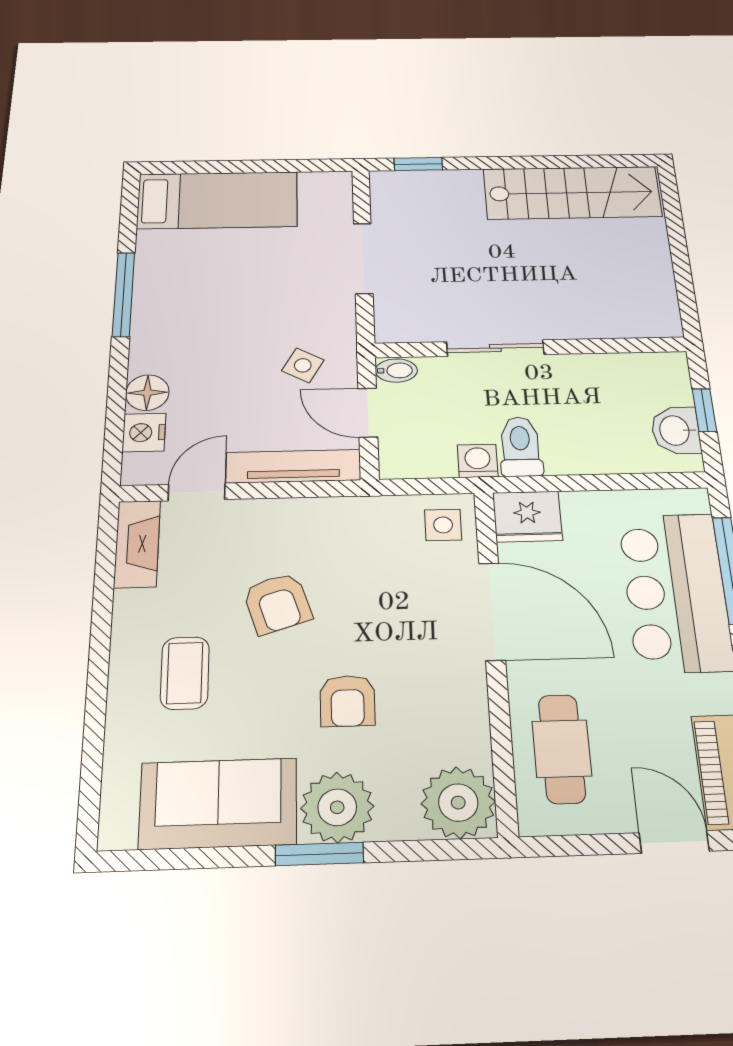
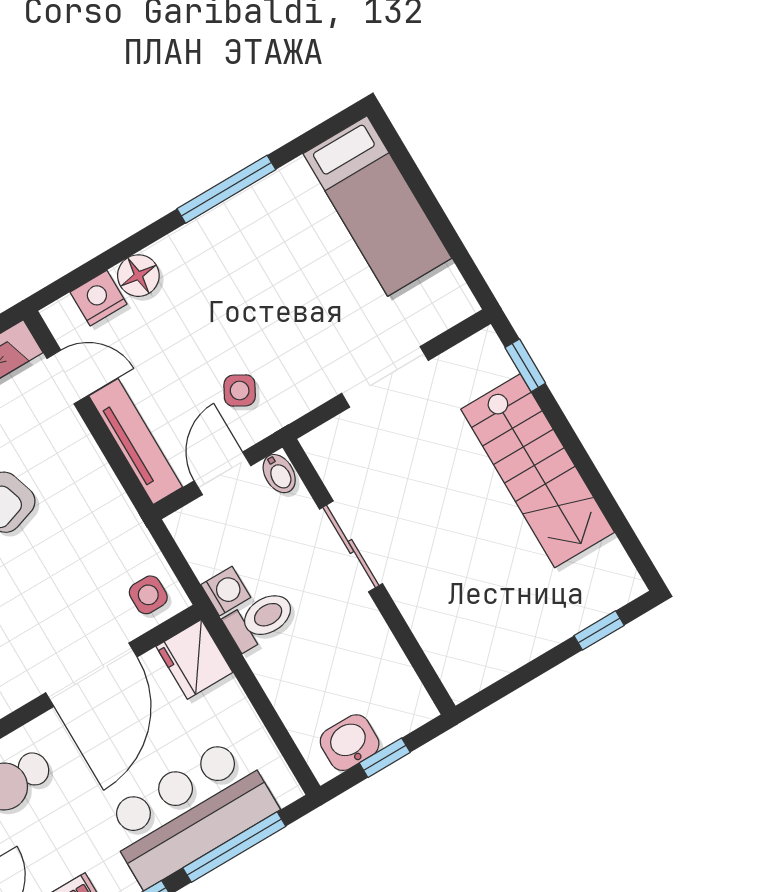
stairs: (572, 193) -> (538, 471), moved
window: (673, 212) -> (599, 630), added

